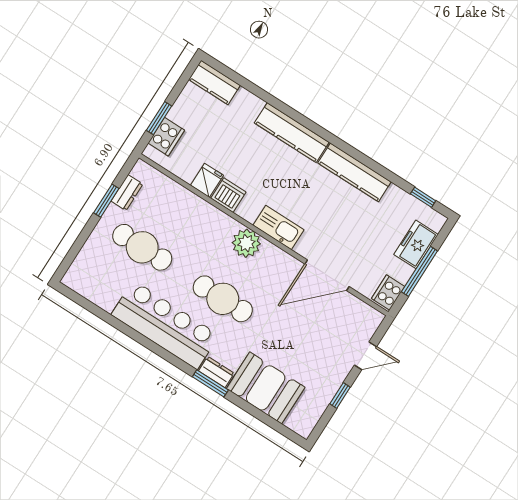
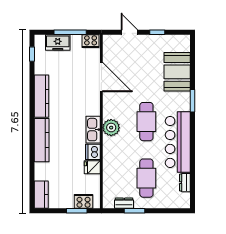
kitchen sink: (279, 228) -> (93, 130), moved
dresser: (216, 372) -> (185, 183), moved

